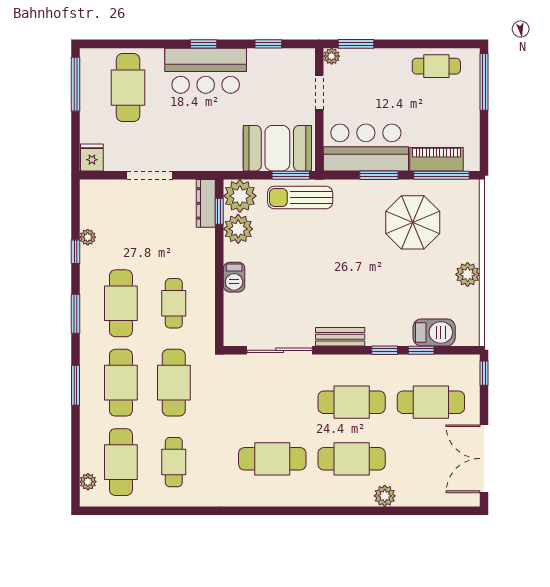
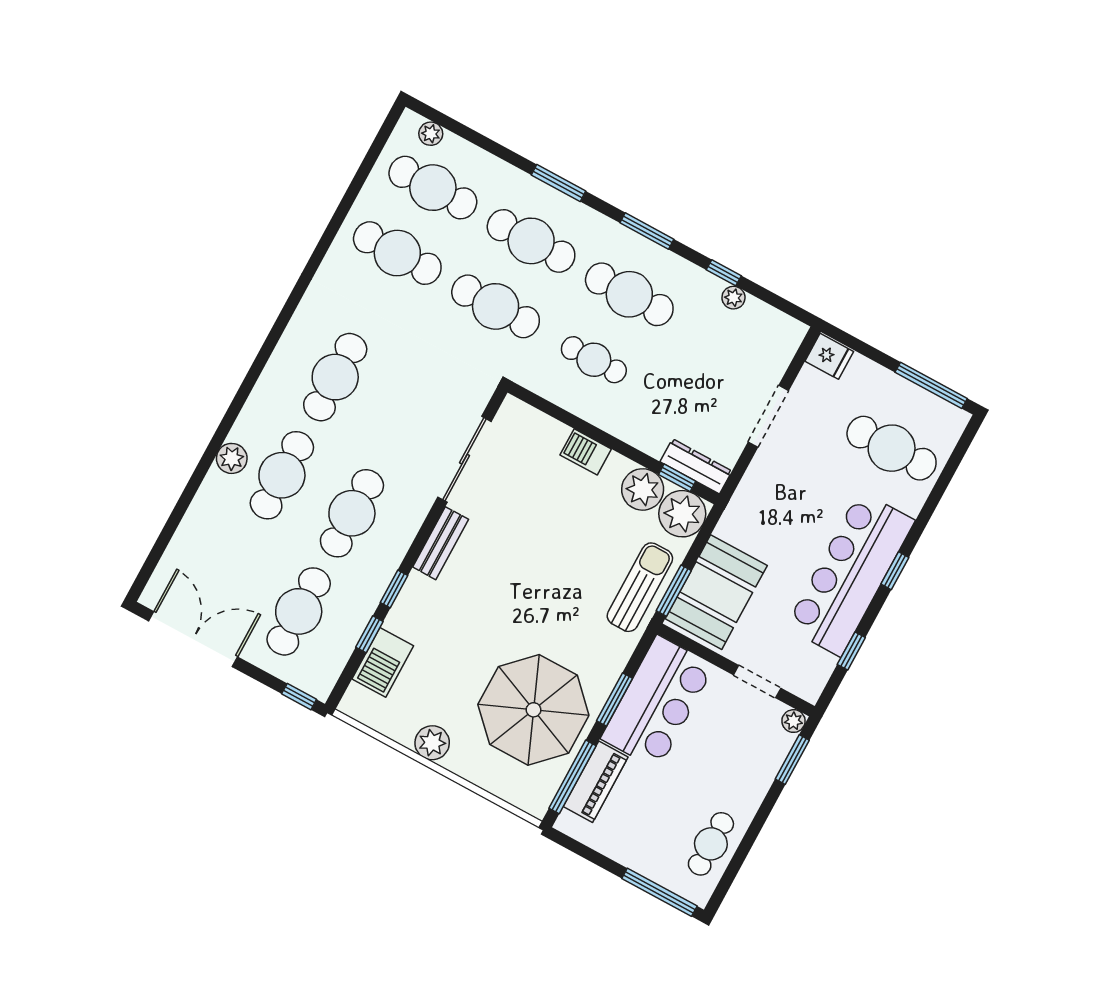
bar counter: (206, 71) -> (850, 574), width x1.36
parasol: (413, 222) -> (533, 710), width x1.36, depth x1.36
cafe table: (174, 462) -> (397, 253), width x1.37, depth x1.35
plant: (385, 496) -> (232, 458), moved

